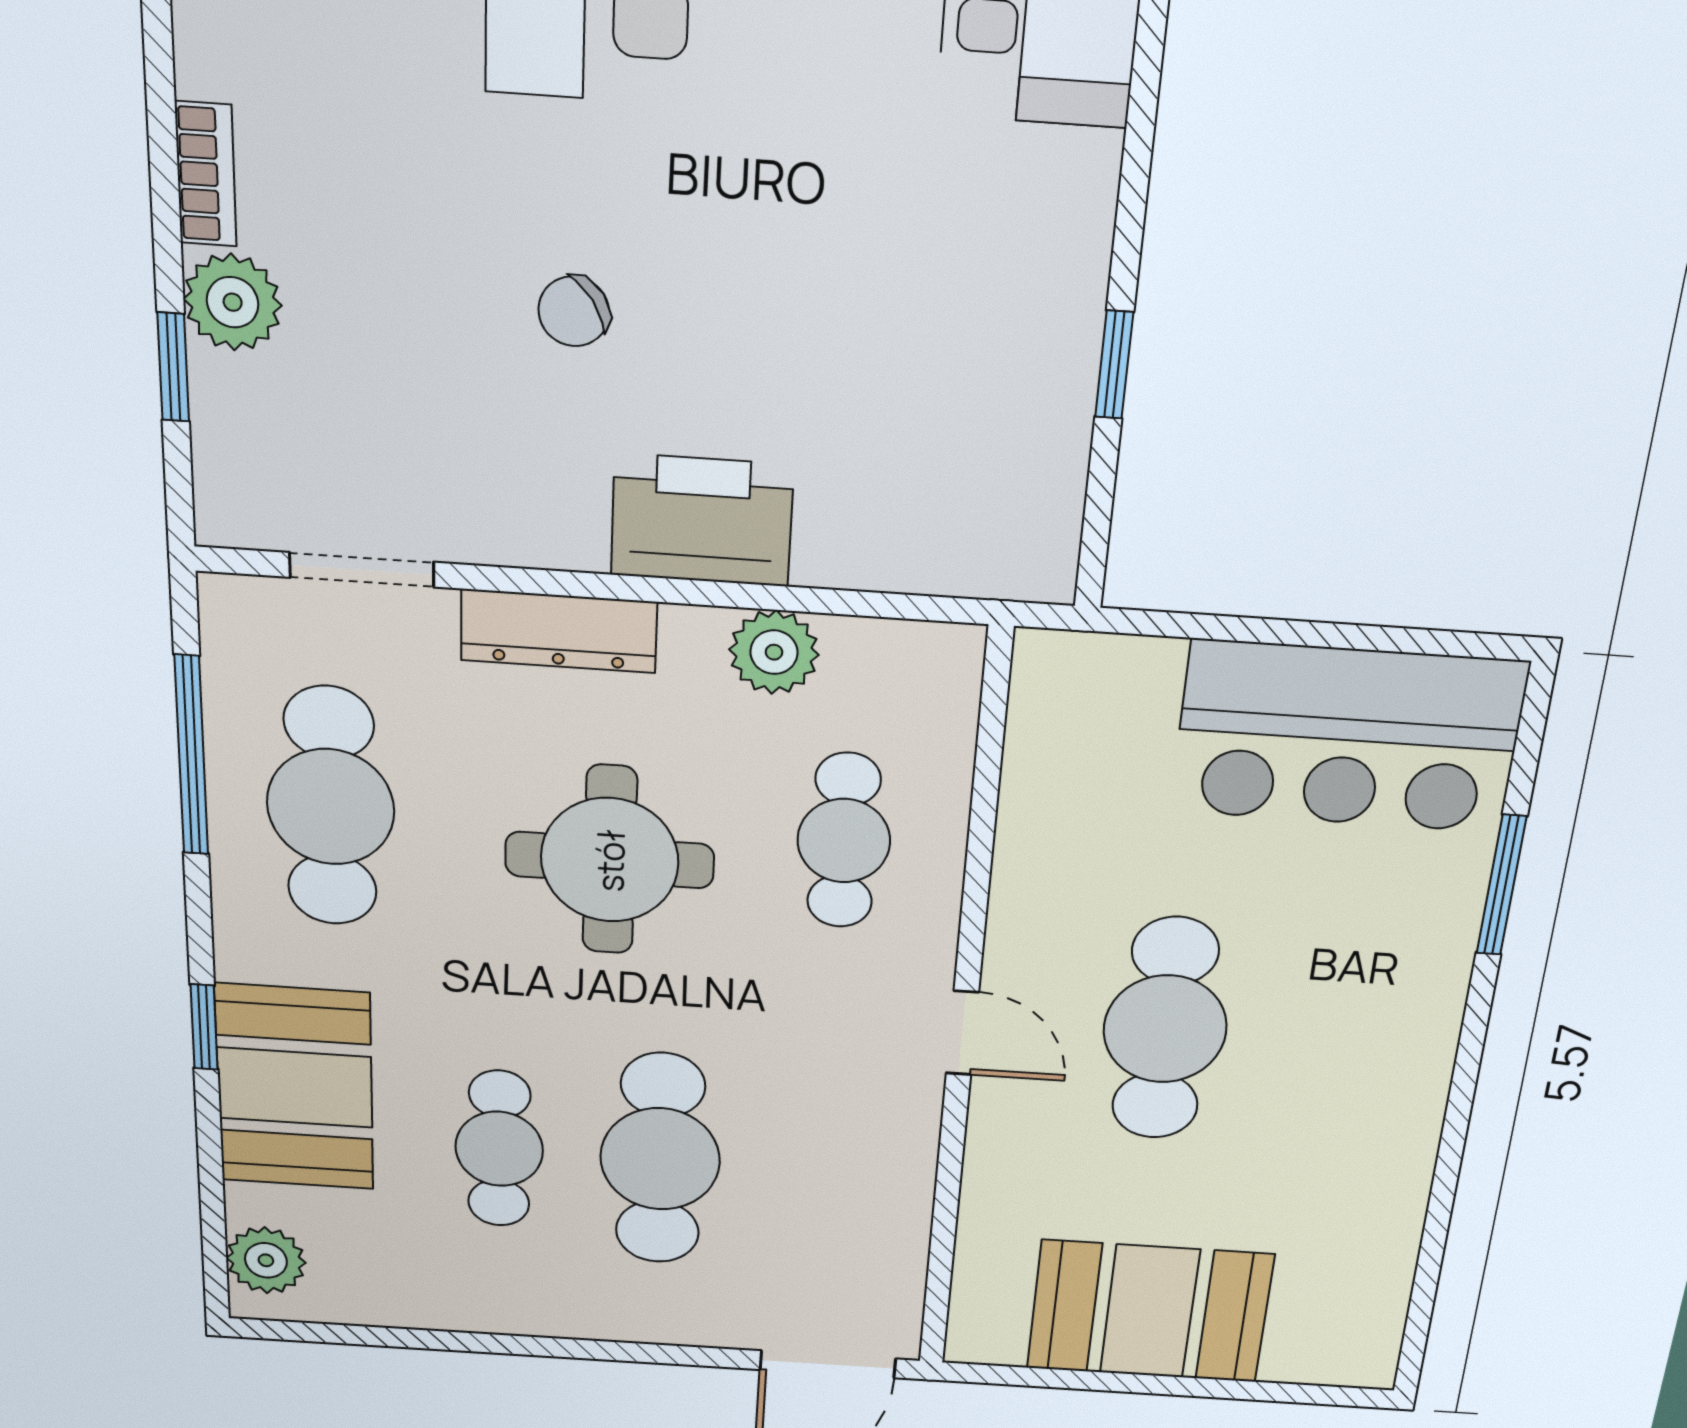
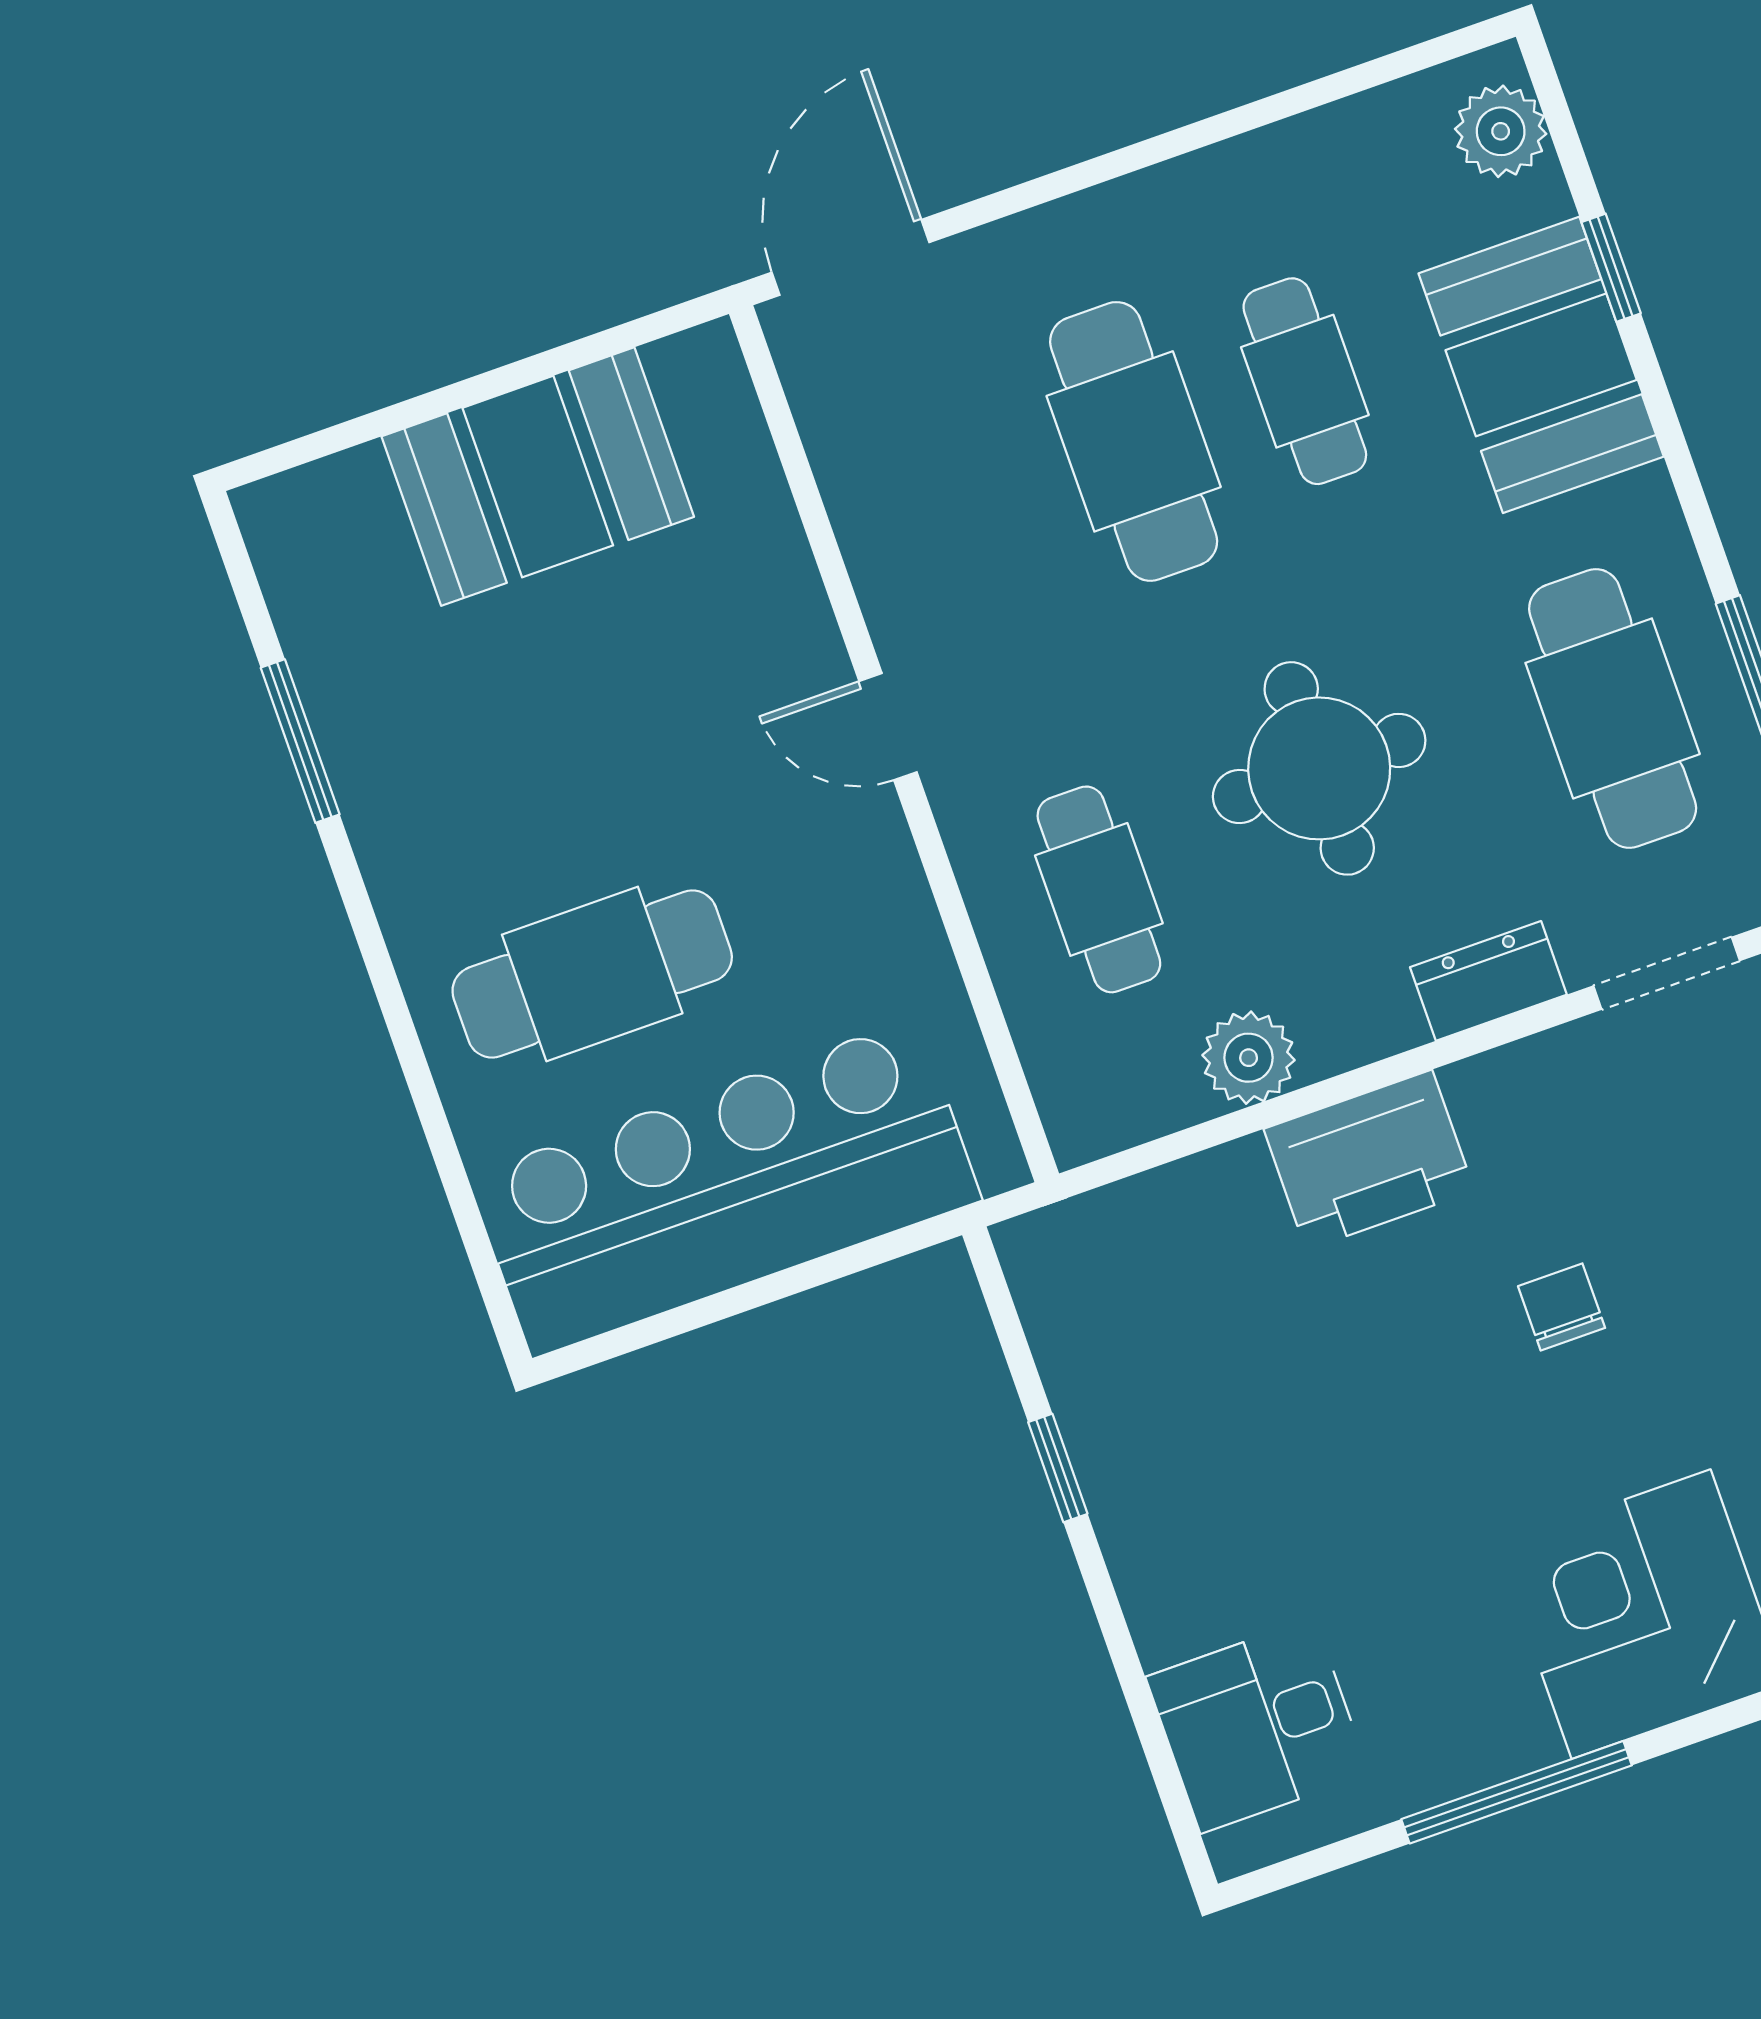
chair: (574, 311) -> (1562, 1307), turned -56
dresser: (559, 631) -> (1488, 981), width x0.70
bar counter: (1348, 737) -> (725, 1188), width x1.36
window: (1501, 885) -> (300, 741), moved
window: (204, 1027) -> (1611, 268), moved
cafe table: (1165, 1029) -> (592, 974), moved, turned 90

